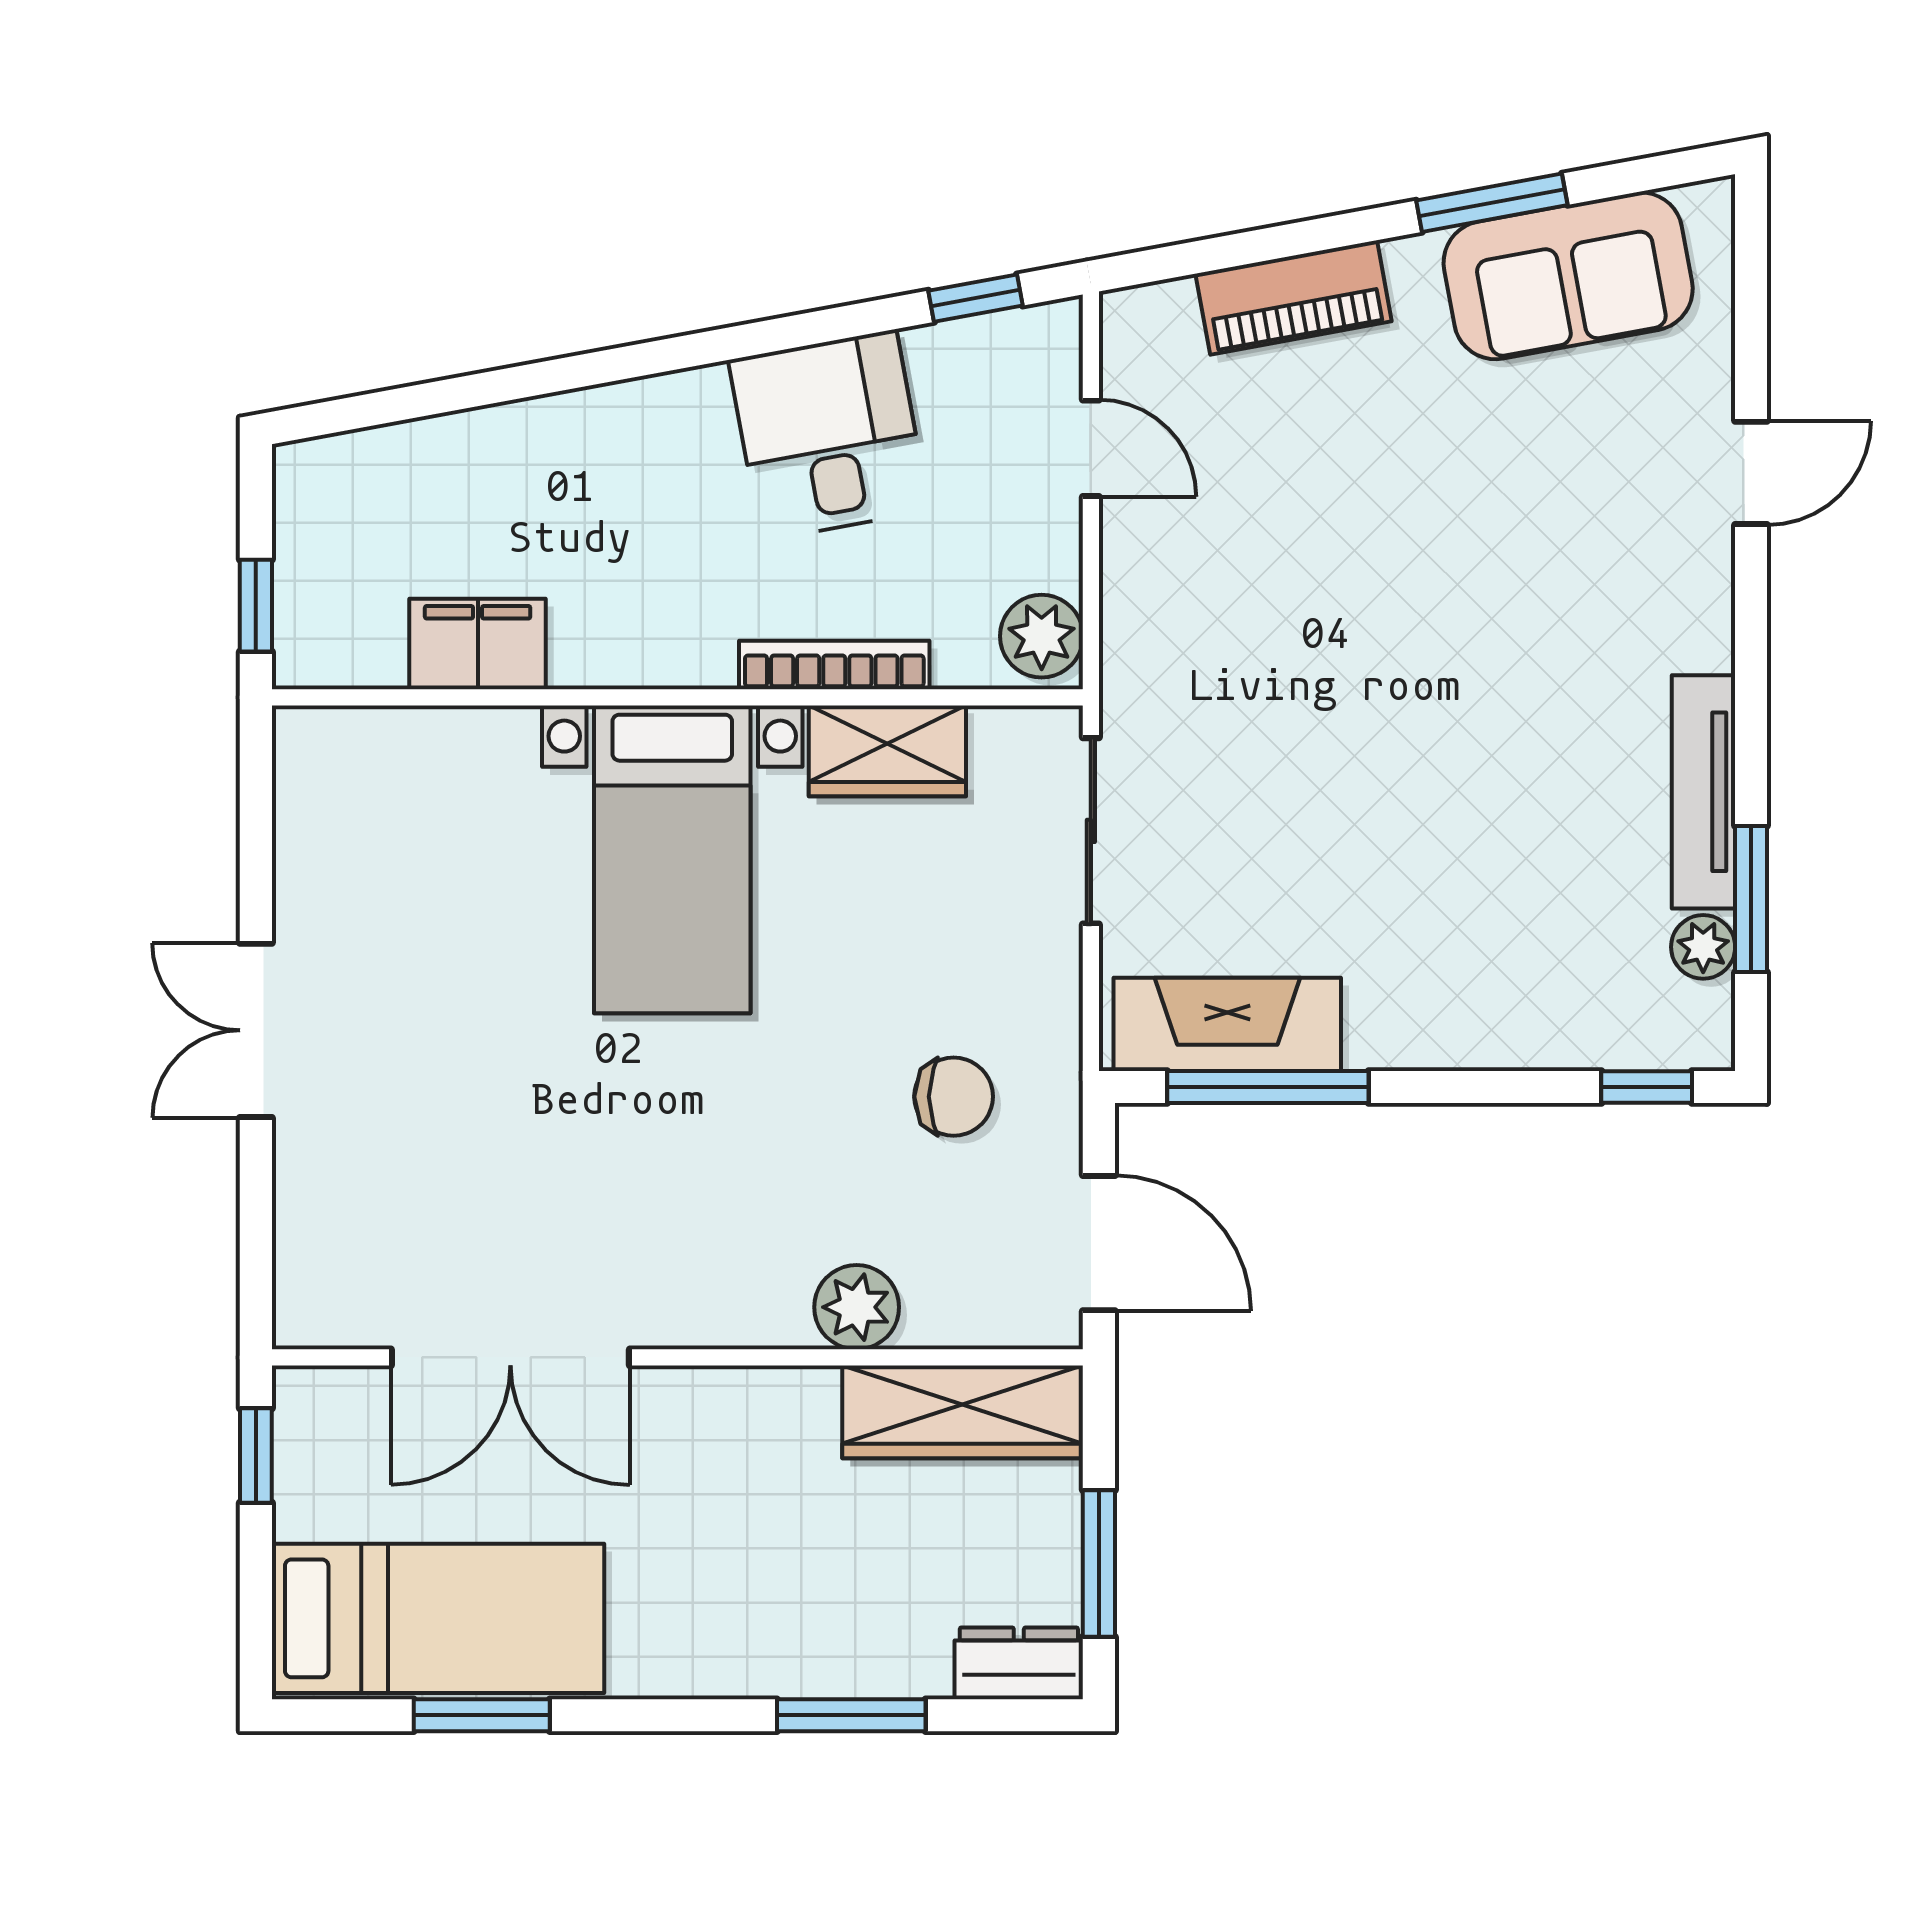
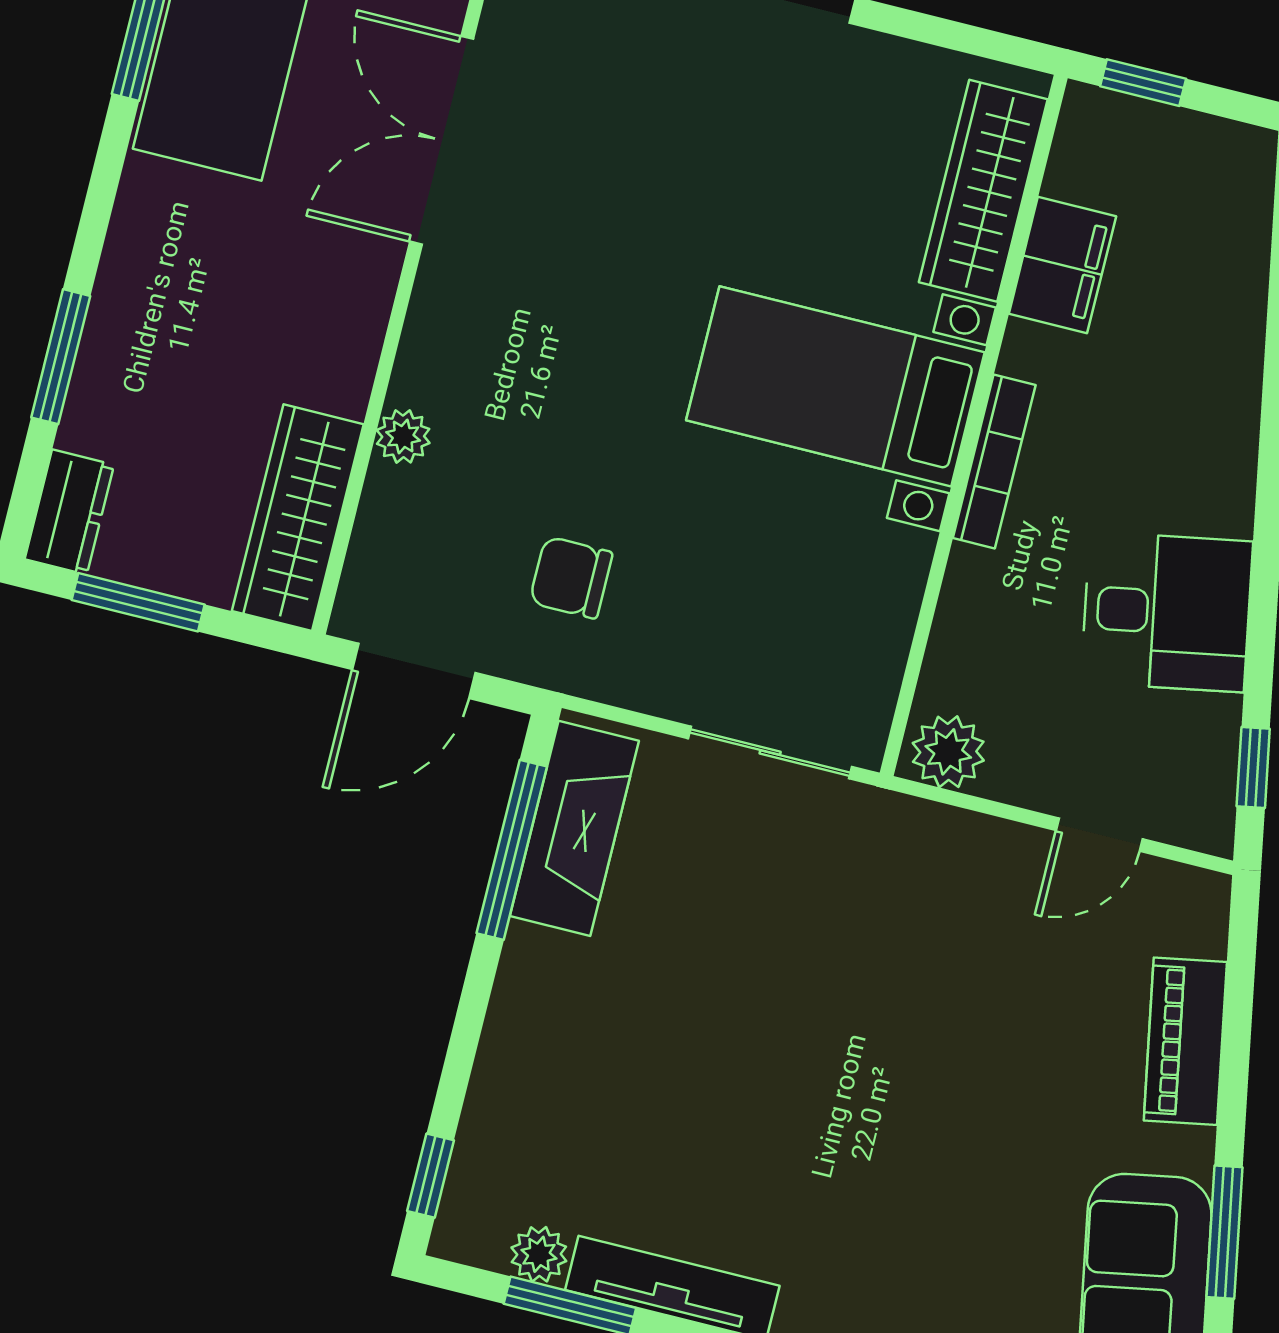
bookcase: (834, 665) -> (994, 461), moved
wardrobe: (887, 751) -> (983, 191), moved, width x1.50
chair: (954, 1097) -> (571, 577), turned 90
plant: (857, 1307) -> (403, 436), width x0.73, depth x0.73

